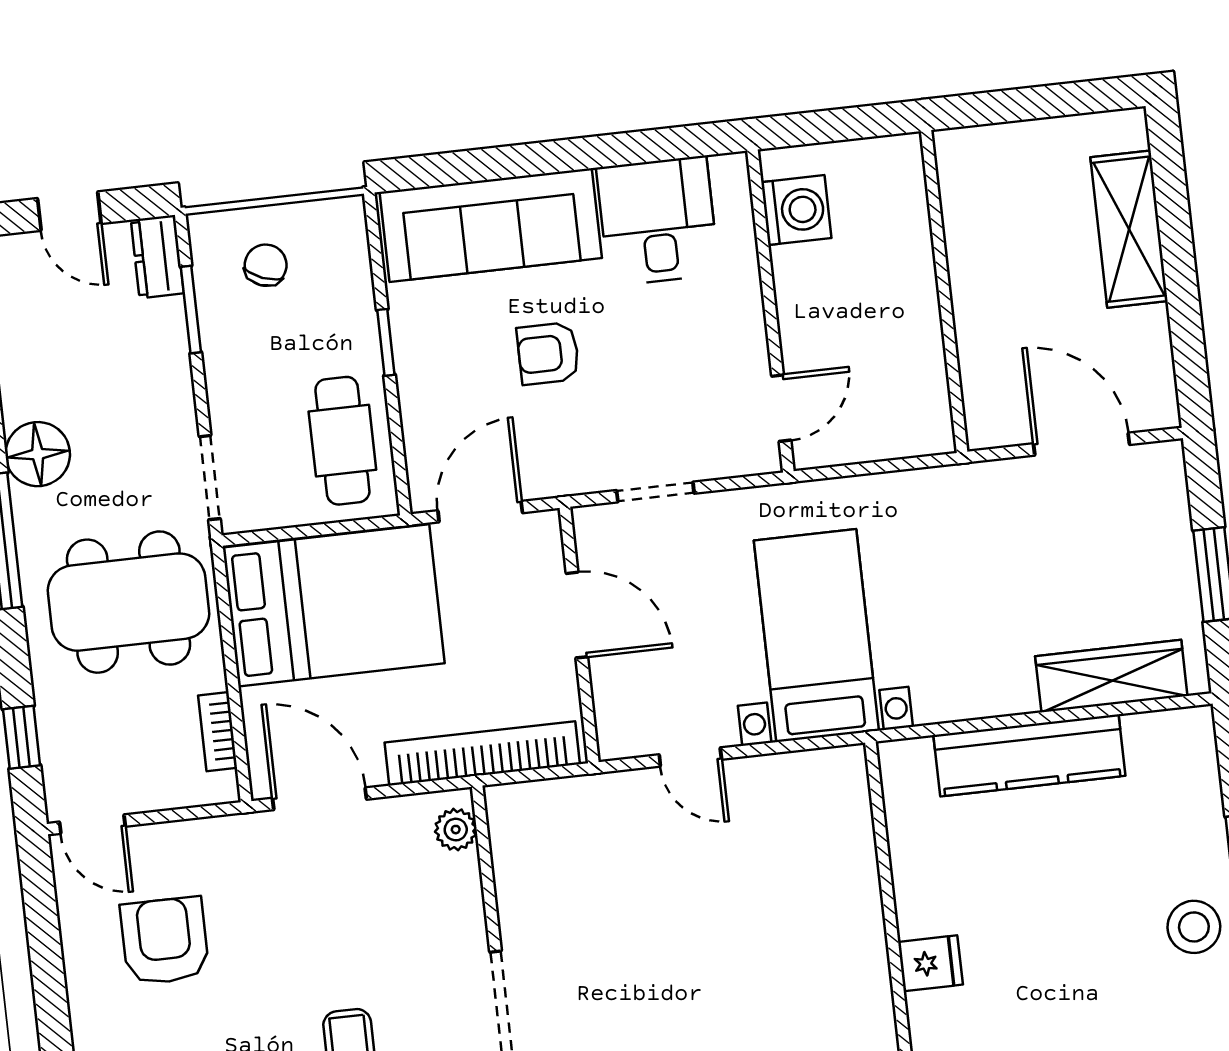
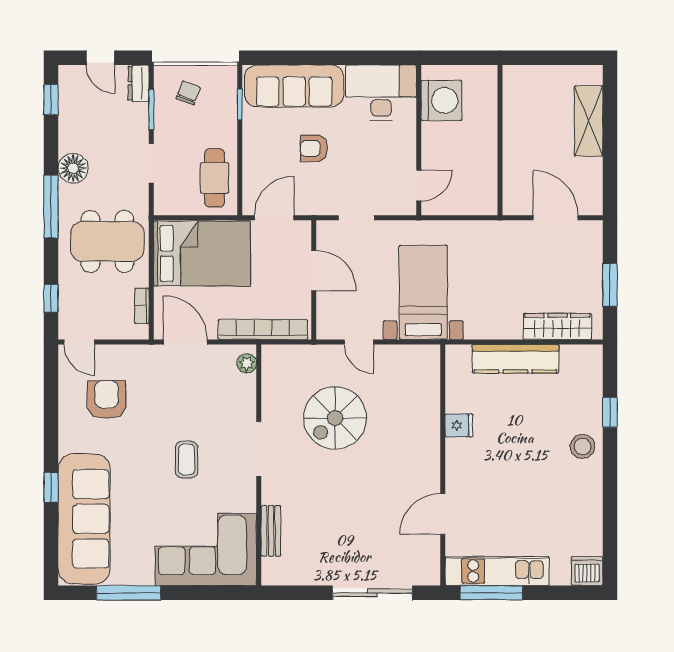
washing machine: (796, 210) -> (441, 100), width x1.37, depth x1.37
desk: (658, 221) -> (381, 93), width x1.37
window: (386, 342) -> (240, 104), moved
doorway: (210, 478) -> (151, 163), moved
spiral stairs: (658, 925) -> (335, 418), added
fridge: (930, 963) -> (459, 425), moved

